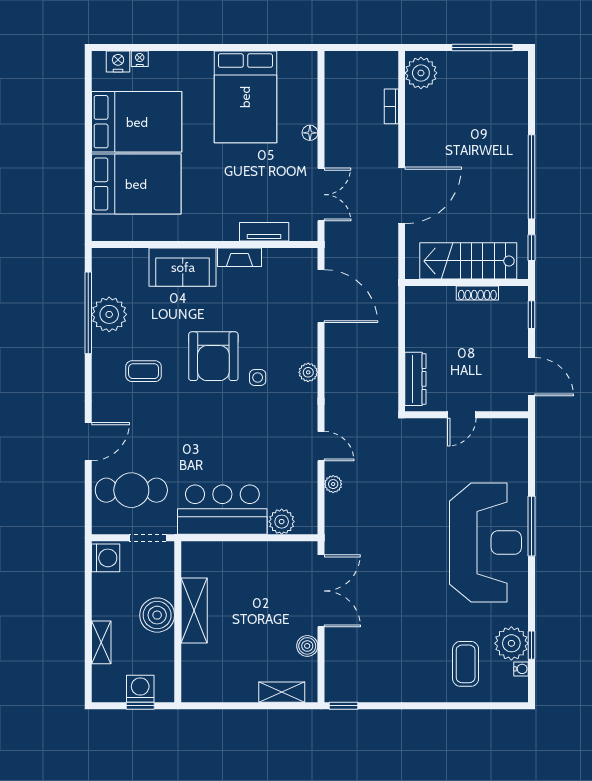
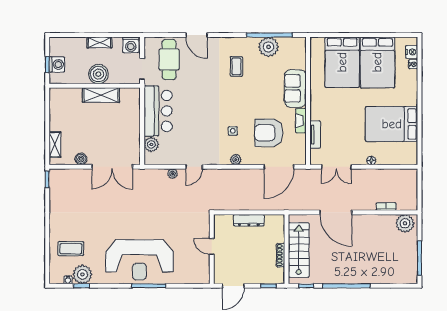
armchair: (213, 356) -> (269, 133), moved
dresser: (415, 379) -> (249, 220), moved
shelving: (101, 642) -> (99, 42), moved

